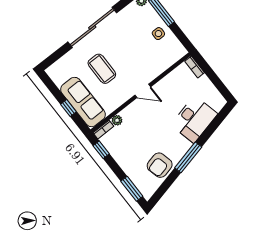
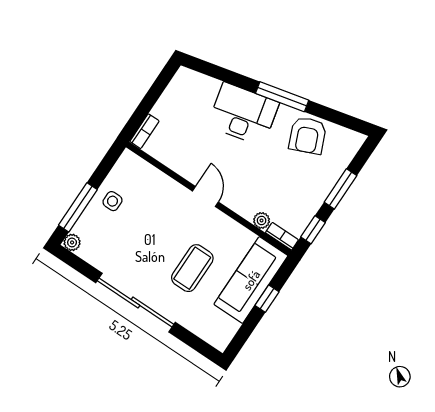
desk: (194, 119) -> (243, 114), moved
armchair: (160, 165) -> (308, 135), turned 81
window: (132, 189) -> (340, 189), moved

